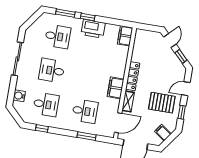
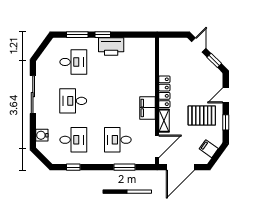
filing cabinet: (125, 36) -> (148, 48), removed
desk: (85, 111) -> (118, 140), turned 180

